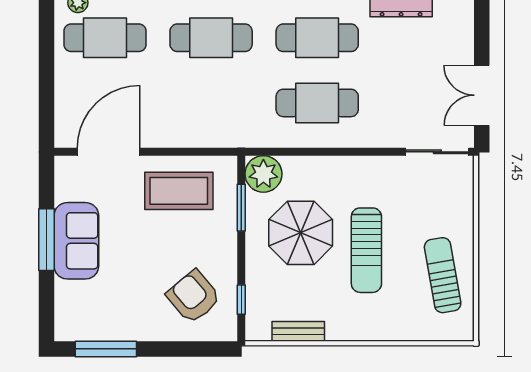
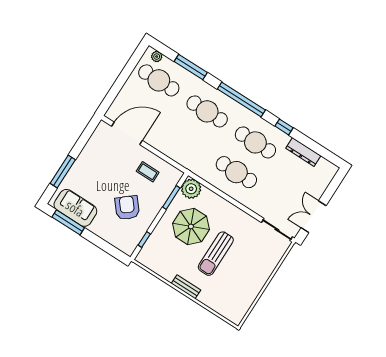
coffee table: (179, 191) -> (148, 172), width x0.54, depth x0.58
window: (47, 240) -> (63, 171), moved
sofa: (76, 241) -> (75, 208), moved, turned -90
sun lounger: (443, 275) -> (243, 287), removed
armchair: (193, 297) -> (127, 208), moved
bench: (298, 331) -> (186, 287), moved

